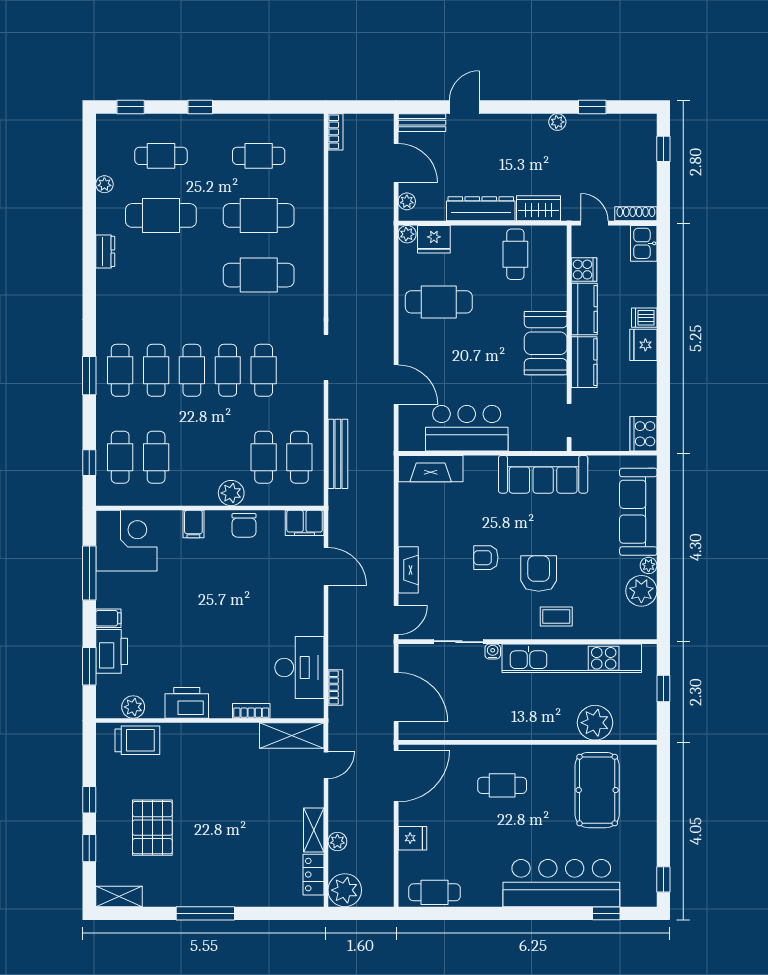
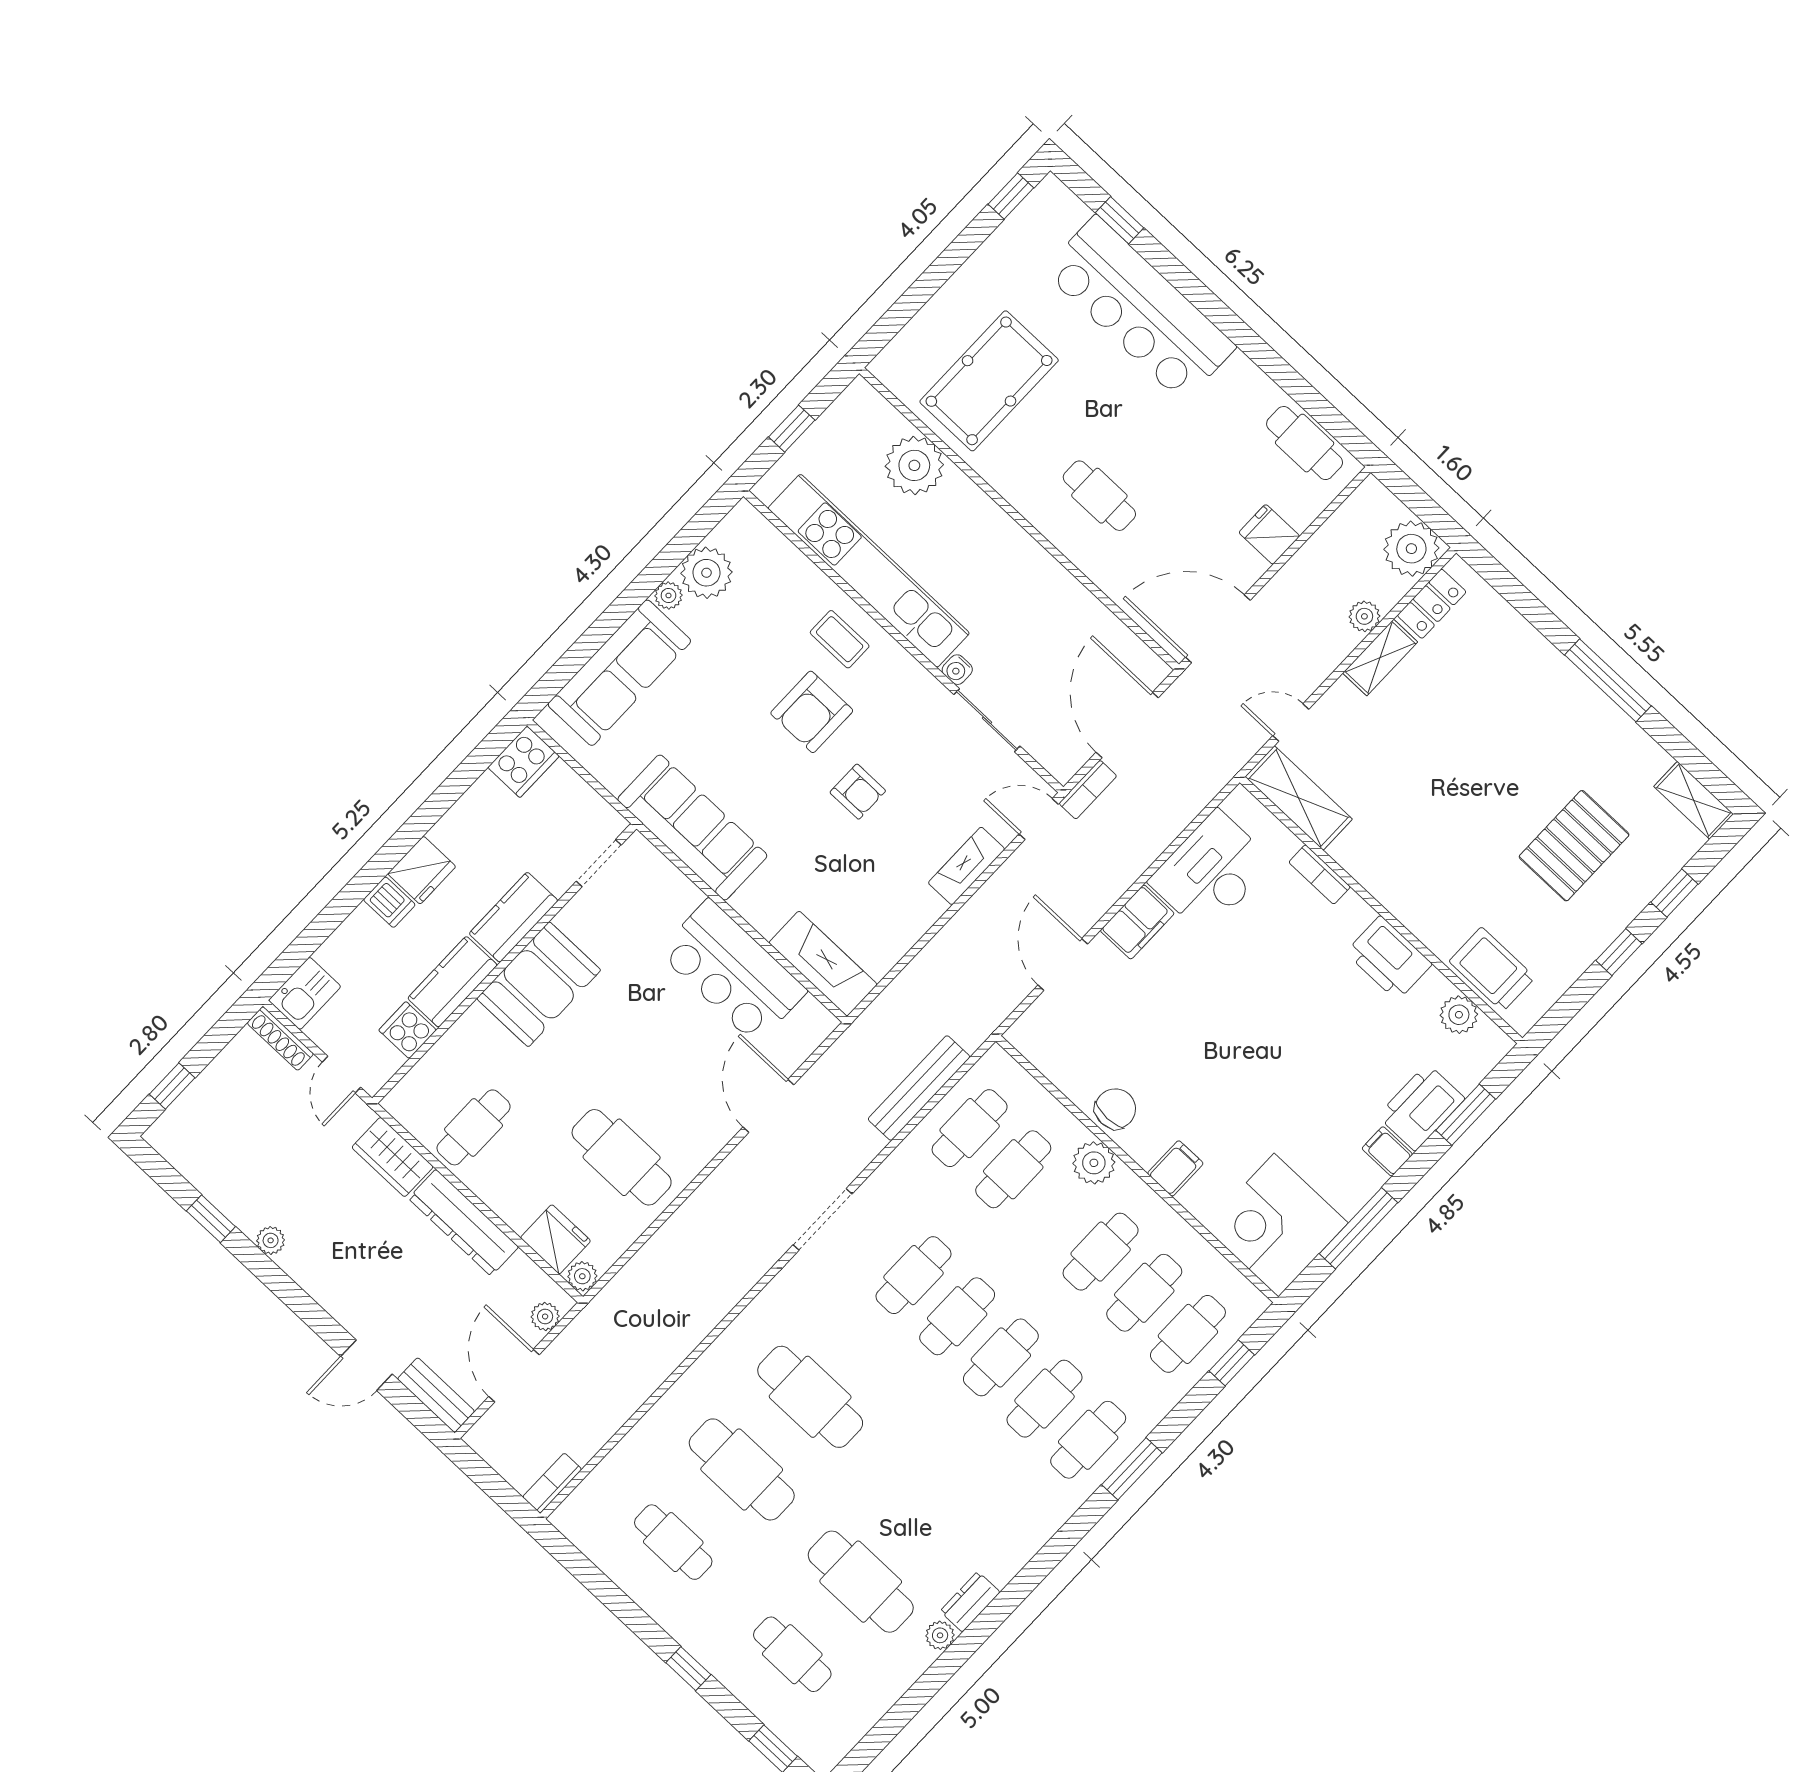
plant: (104, 184) -> (940, 1635), moved
cafe table: (192, 457) -> (1101, 1252), added
filing cabinet: (305, 523) -> (1137, 922), moved, turned 90
bookcase: (335, 687) -> (1088, 790), moved, turned 180

